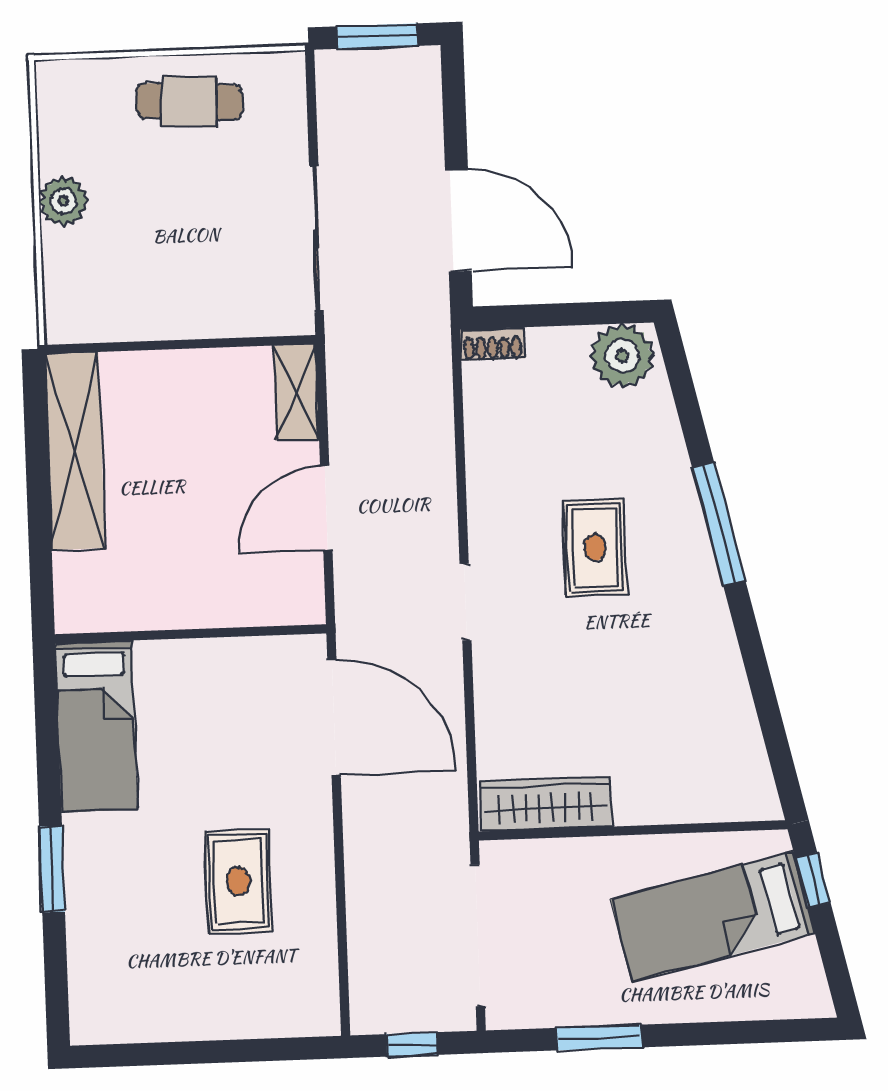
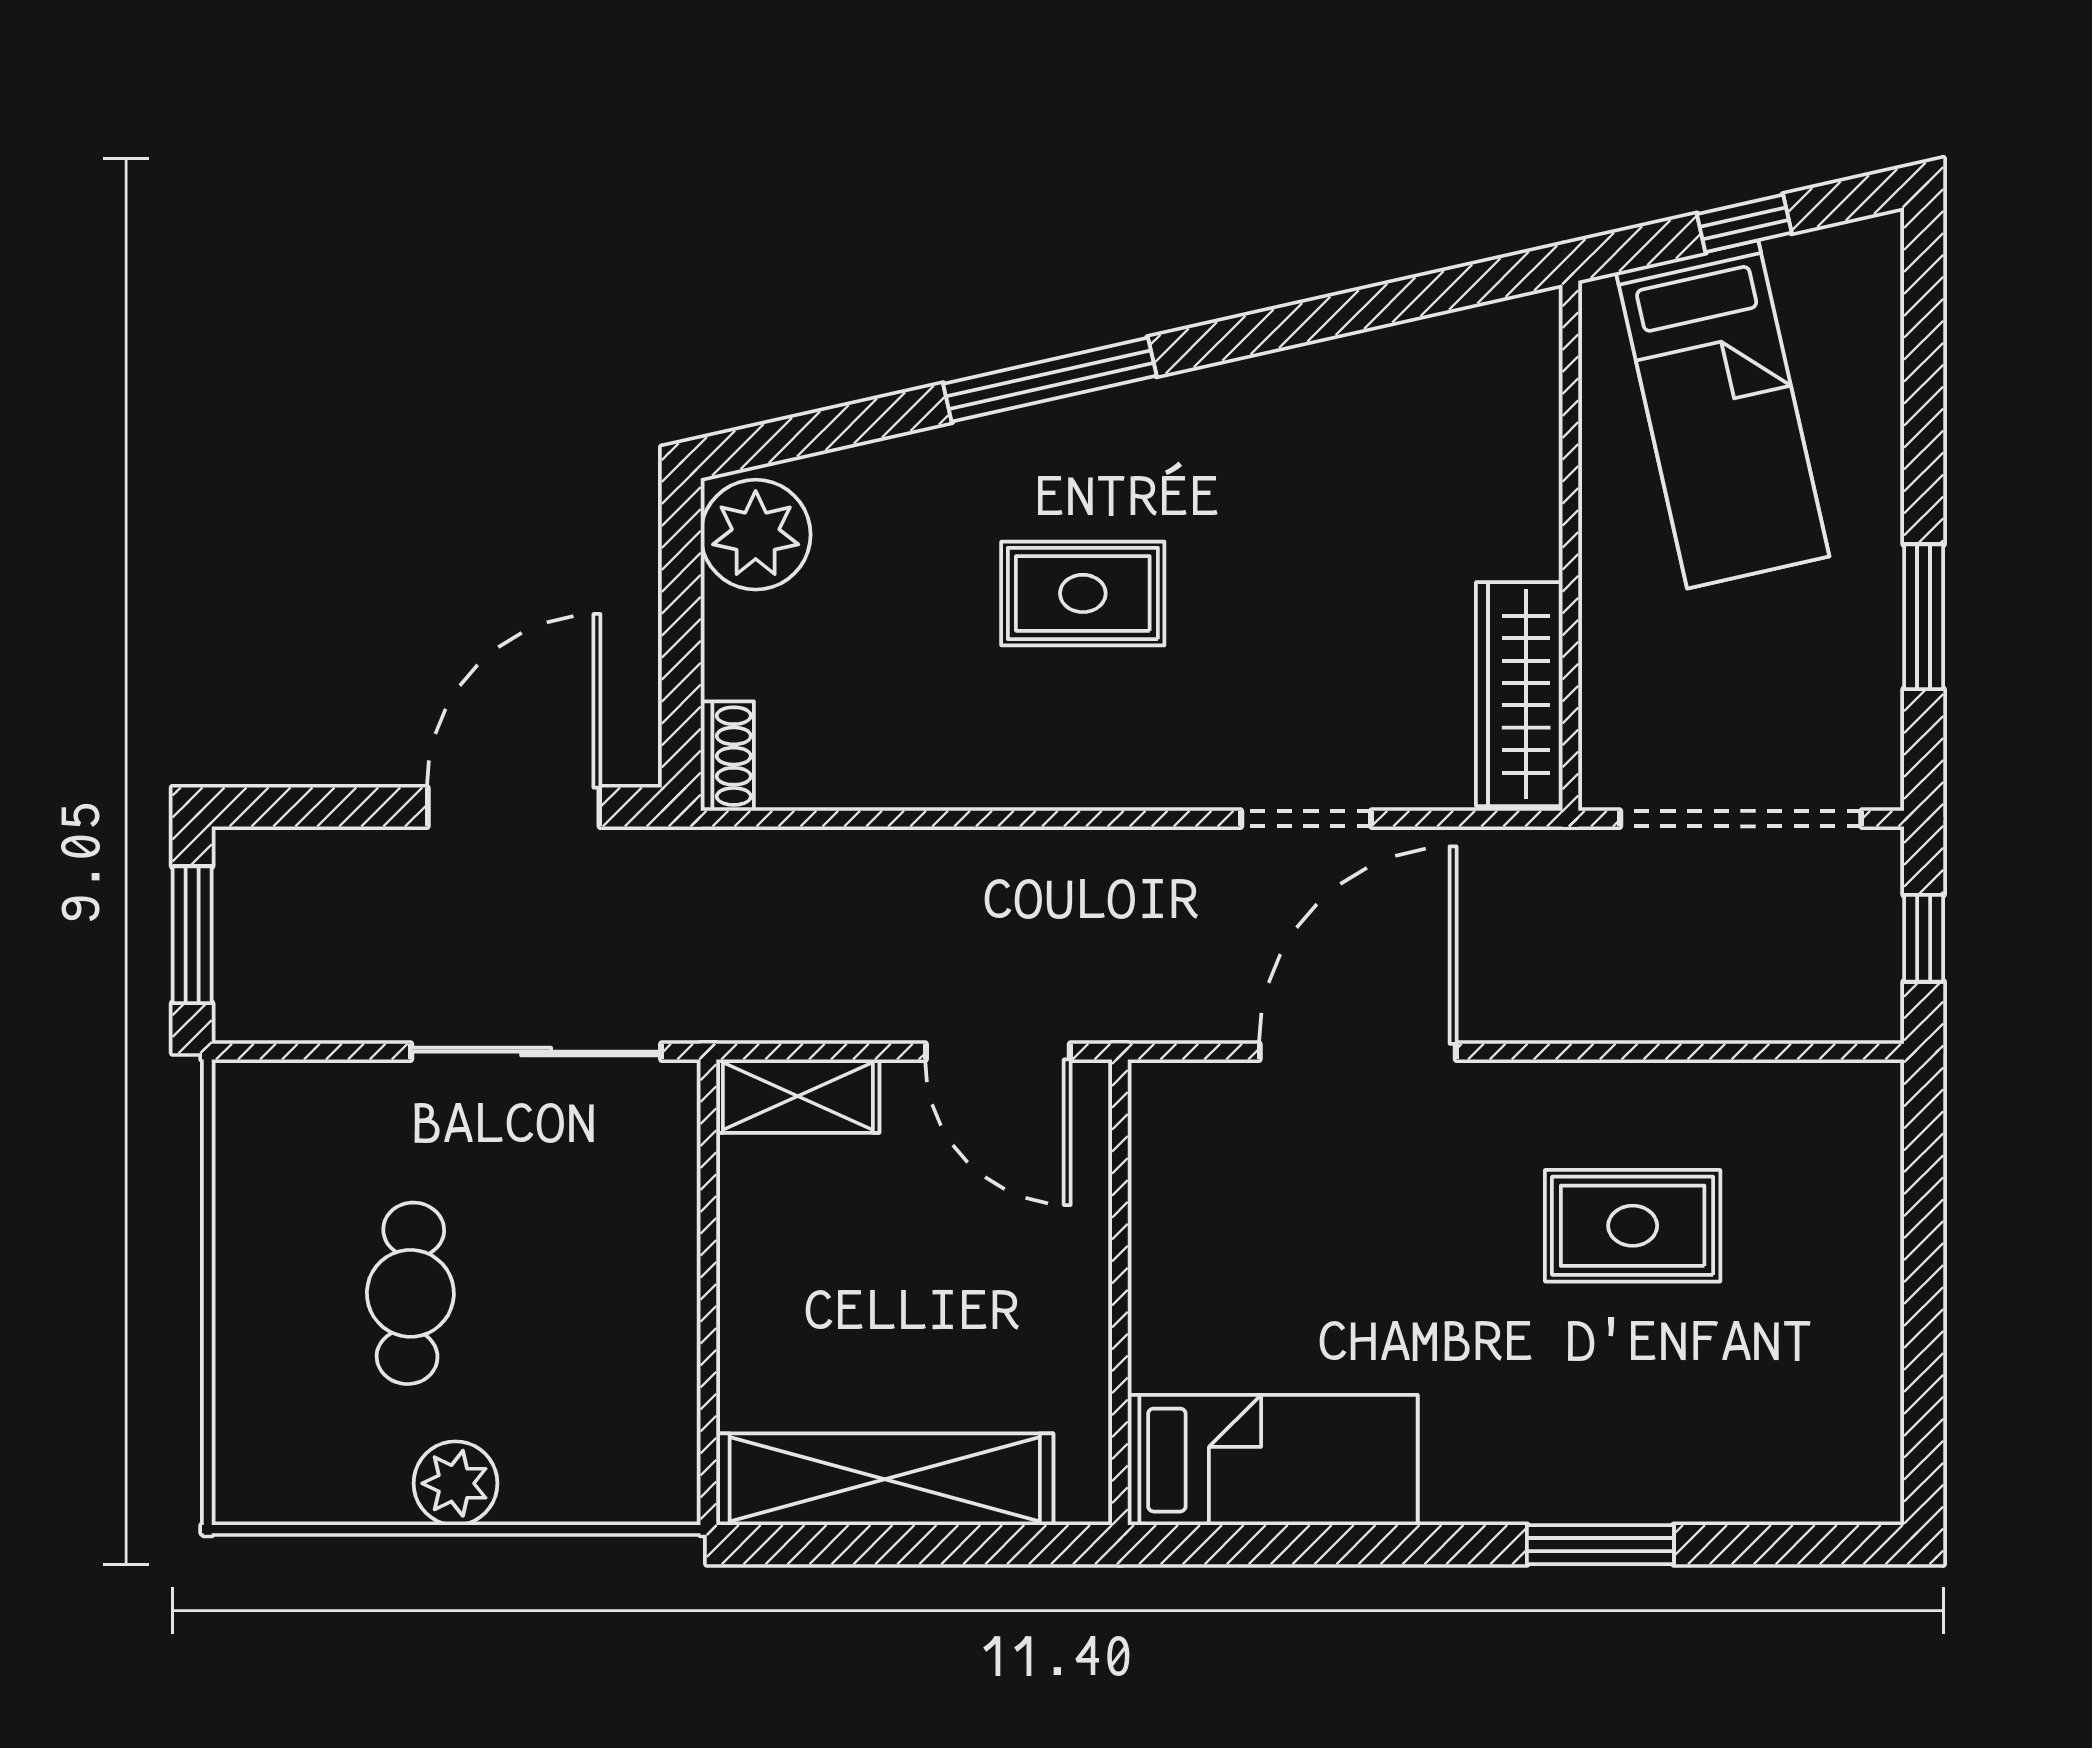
cafe table: (189, 102) -> (410, 1293), moved
doorway: (466, 602) -> (1306, 819), moved
wall: (191, 634) -> (1120, 1292), moved
bed: (96, 726) -> (1273, 1460), moved
window: (813, 880) -> (1744, 223), moved

